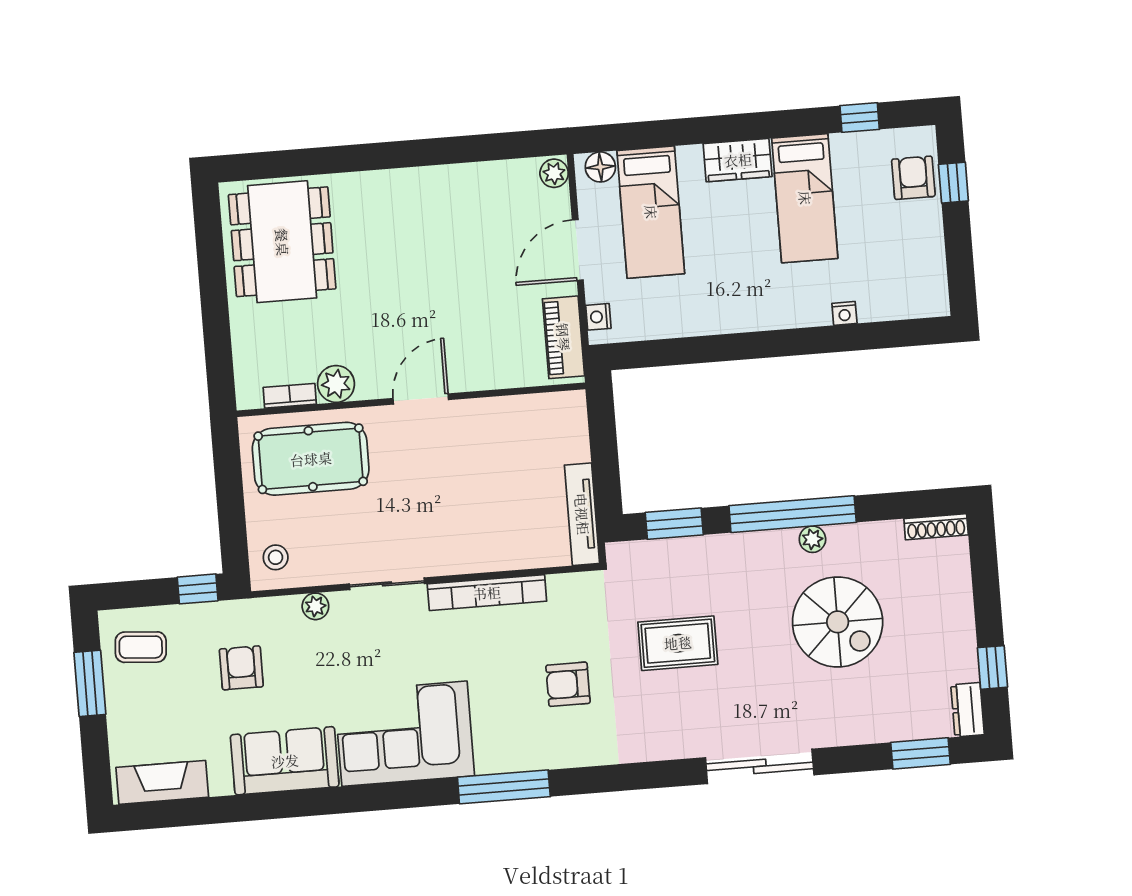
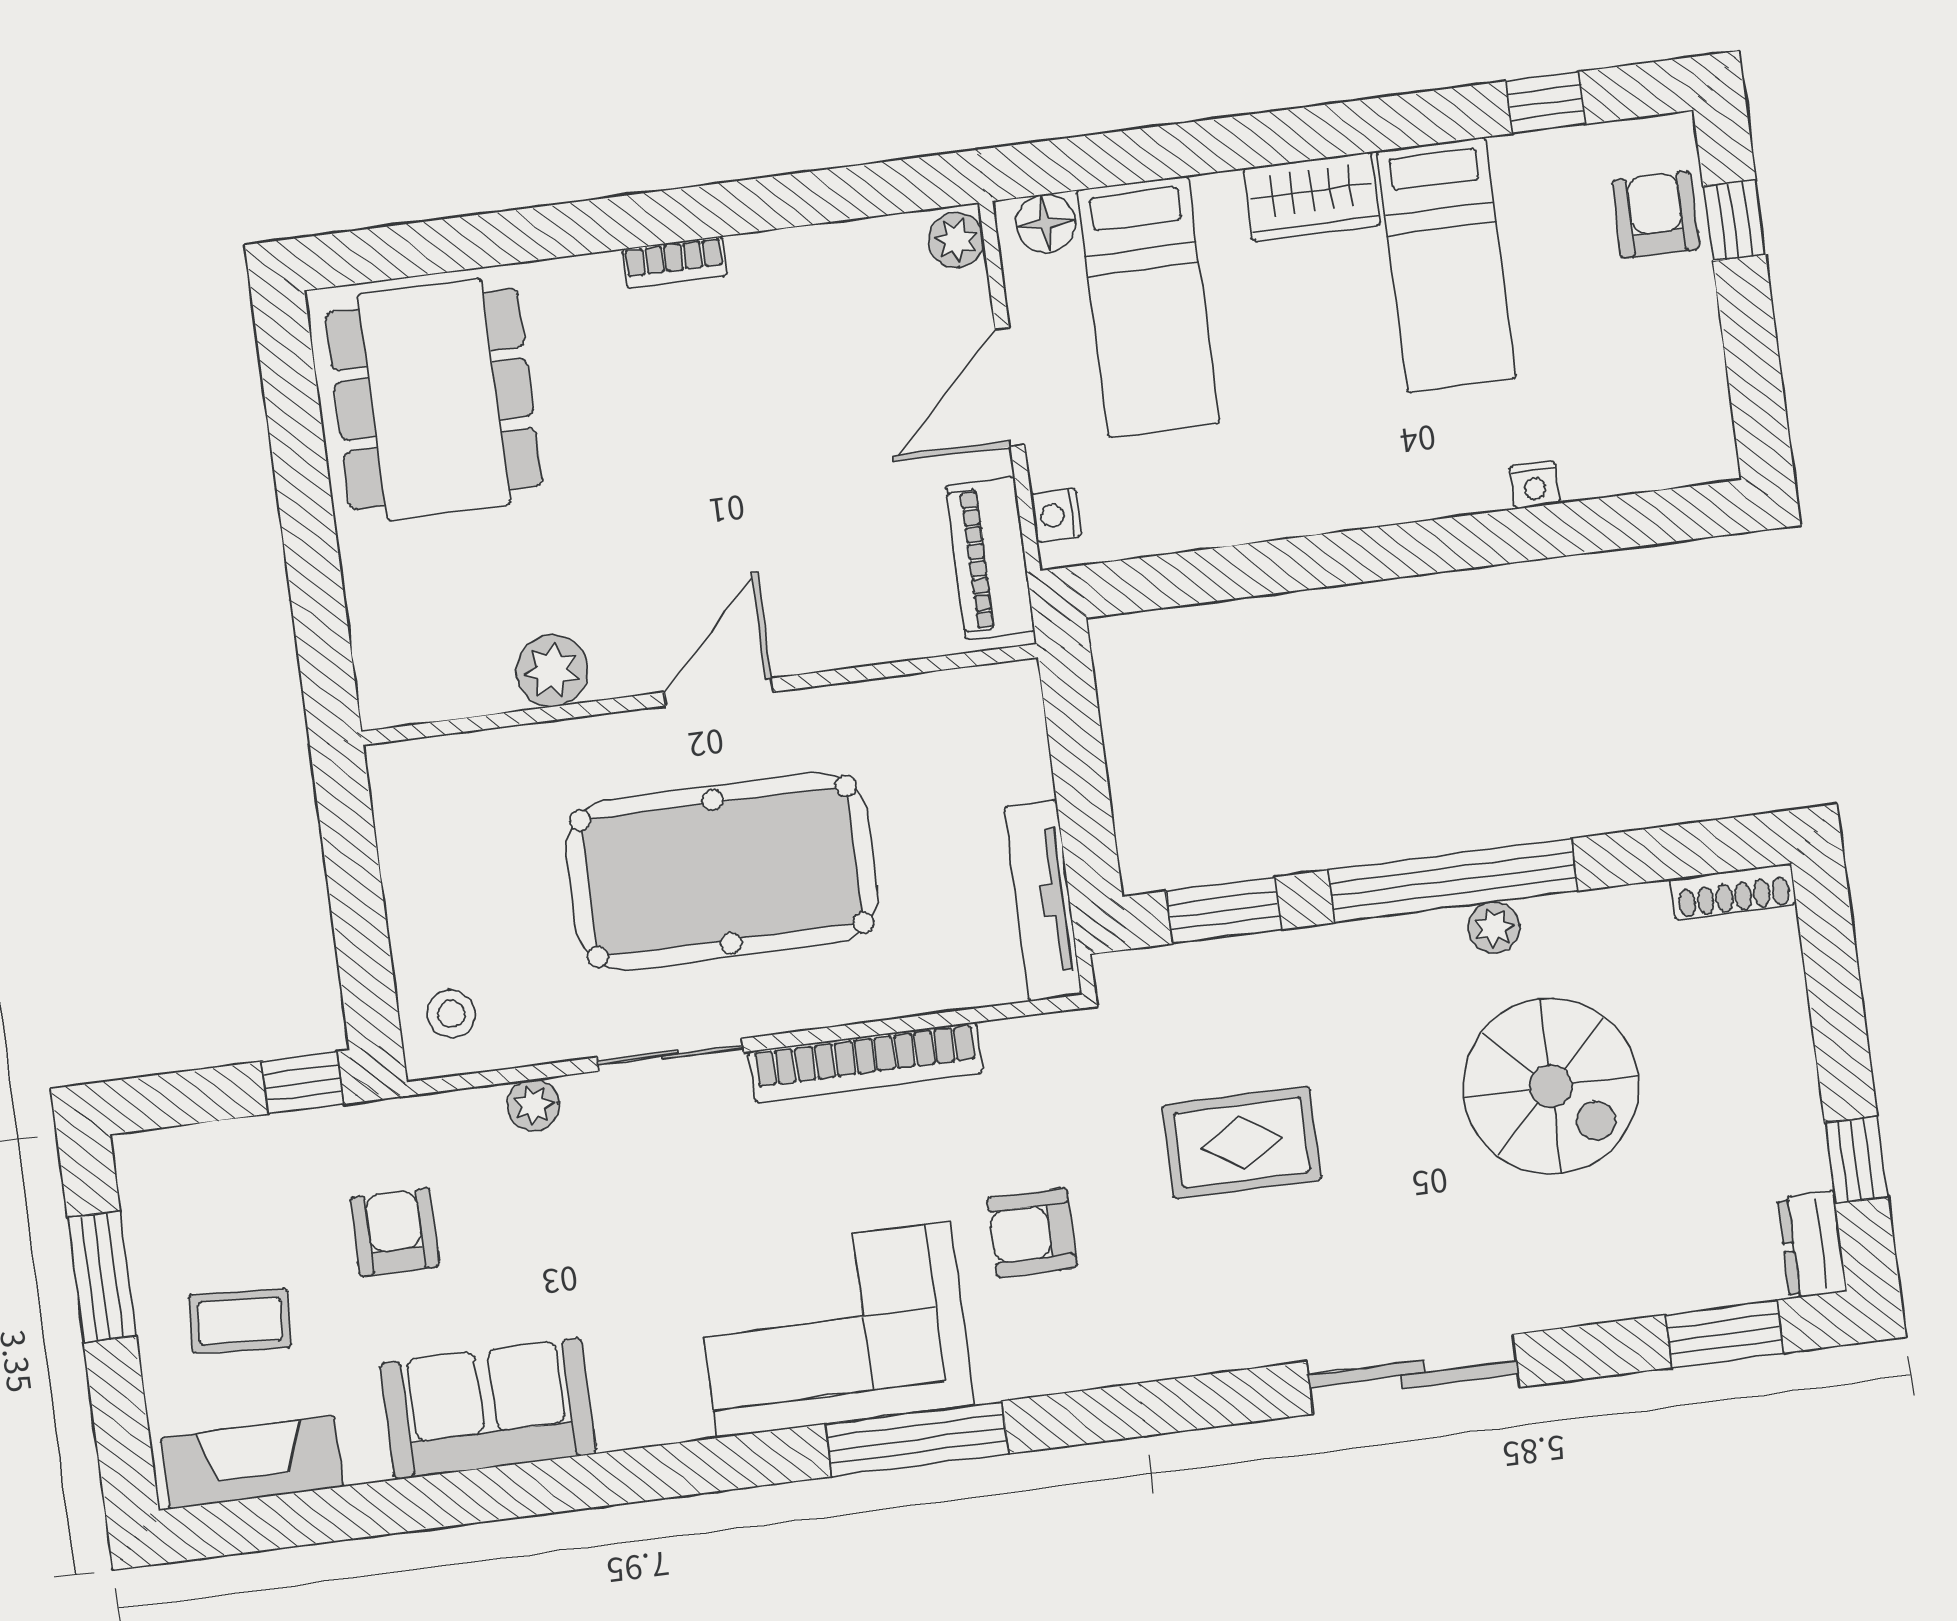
bookcase: (290, 396) -> (674, 262), moved, turned 180
pool table: (311, 459) -> (722, 871), moved, width x1.36, depth x1.32
coffee table: (141, 647) -> (240, 1321), moved
corner sofa: (404, 734) -> (834, 1330), moved

